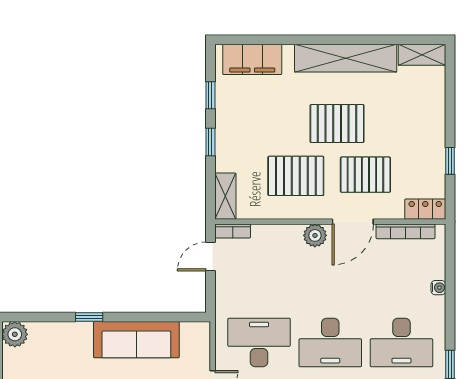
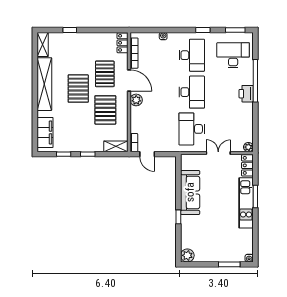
window: (450, 161) -> (70, 30), moved

